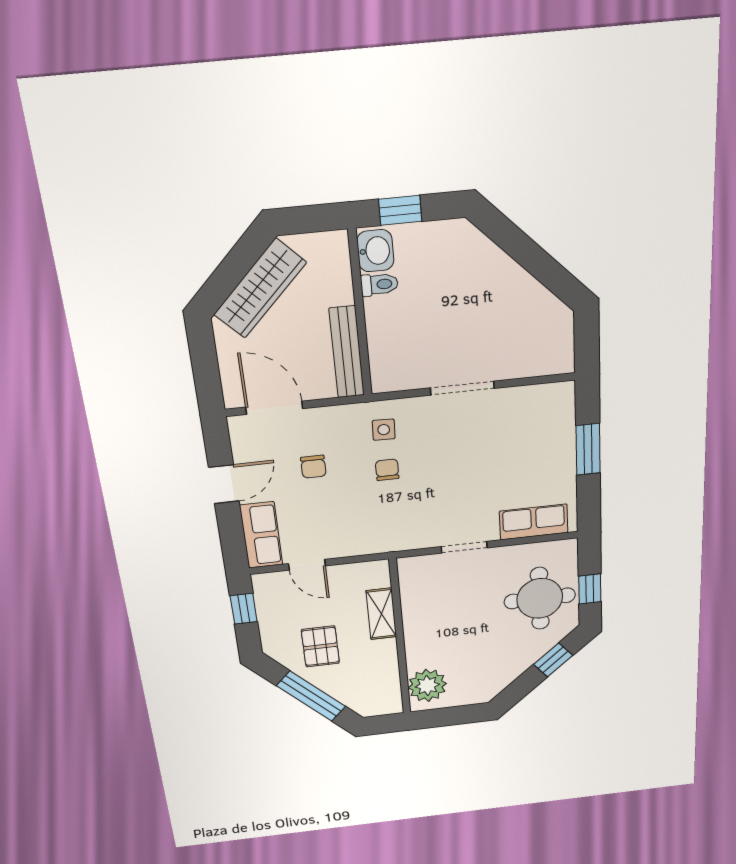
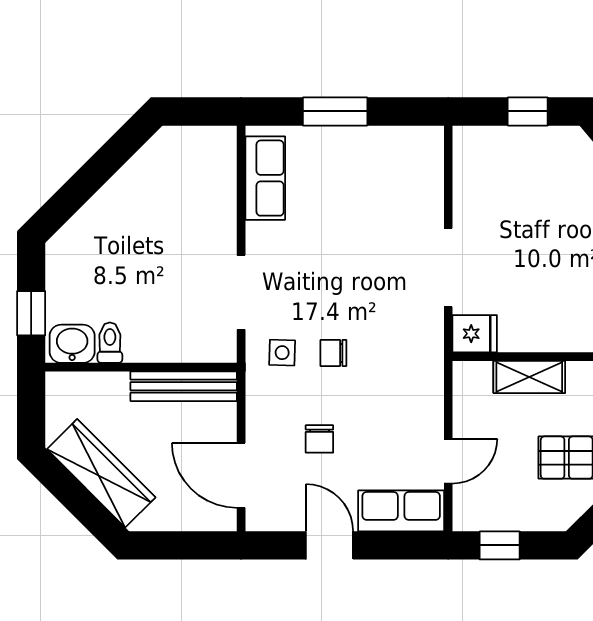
doorway: (462, 388) -> (241, 292), moved
door: (274, 408) -> (241, 475), hinge flipped
chair: (313, 467) -> (319, 439), turned 90
row of seats: (534, 522) -> (265, 178), moved, turned 180
doorway: (464, 547) -> (448, 268), width x1.38
fridge: (412, 572) -> (475, 334), added
round table: (540, 598) -> (533, 176), removed

